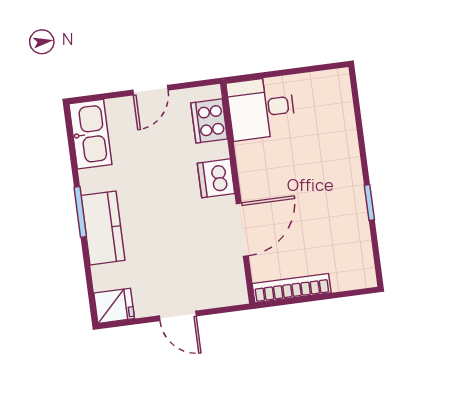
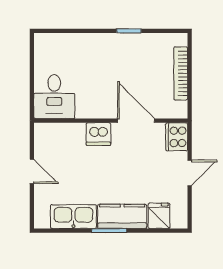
cooker: (209, 121) -> (177, 137), moved, turned 90
kitchen sink: (90, 134) -> (73, 217), moved
bookcase: (292, 288) -> (181, 73), moved
fridge: (114, 306) -> (159, 216), moved

